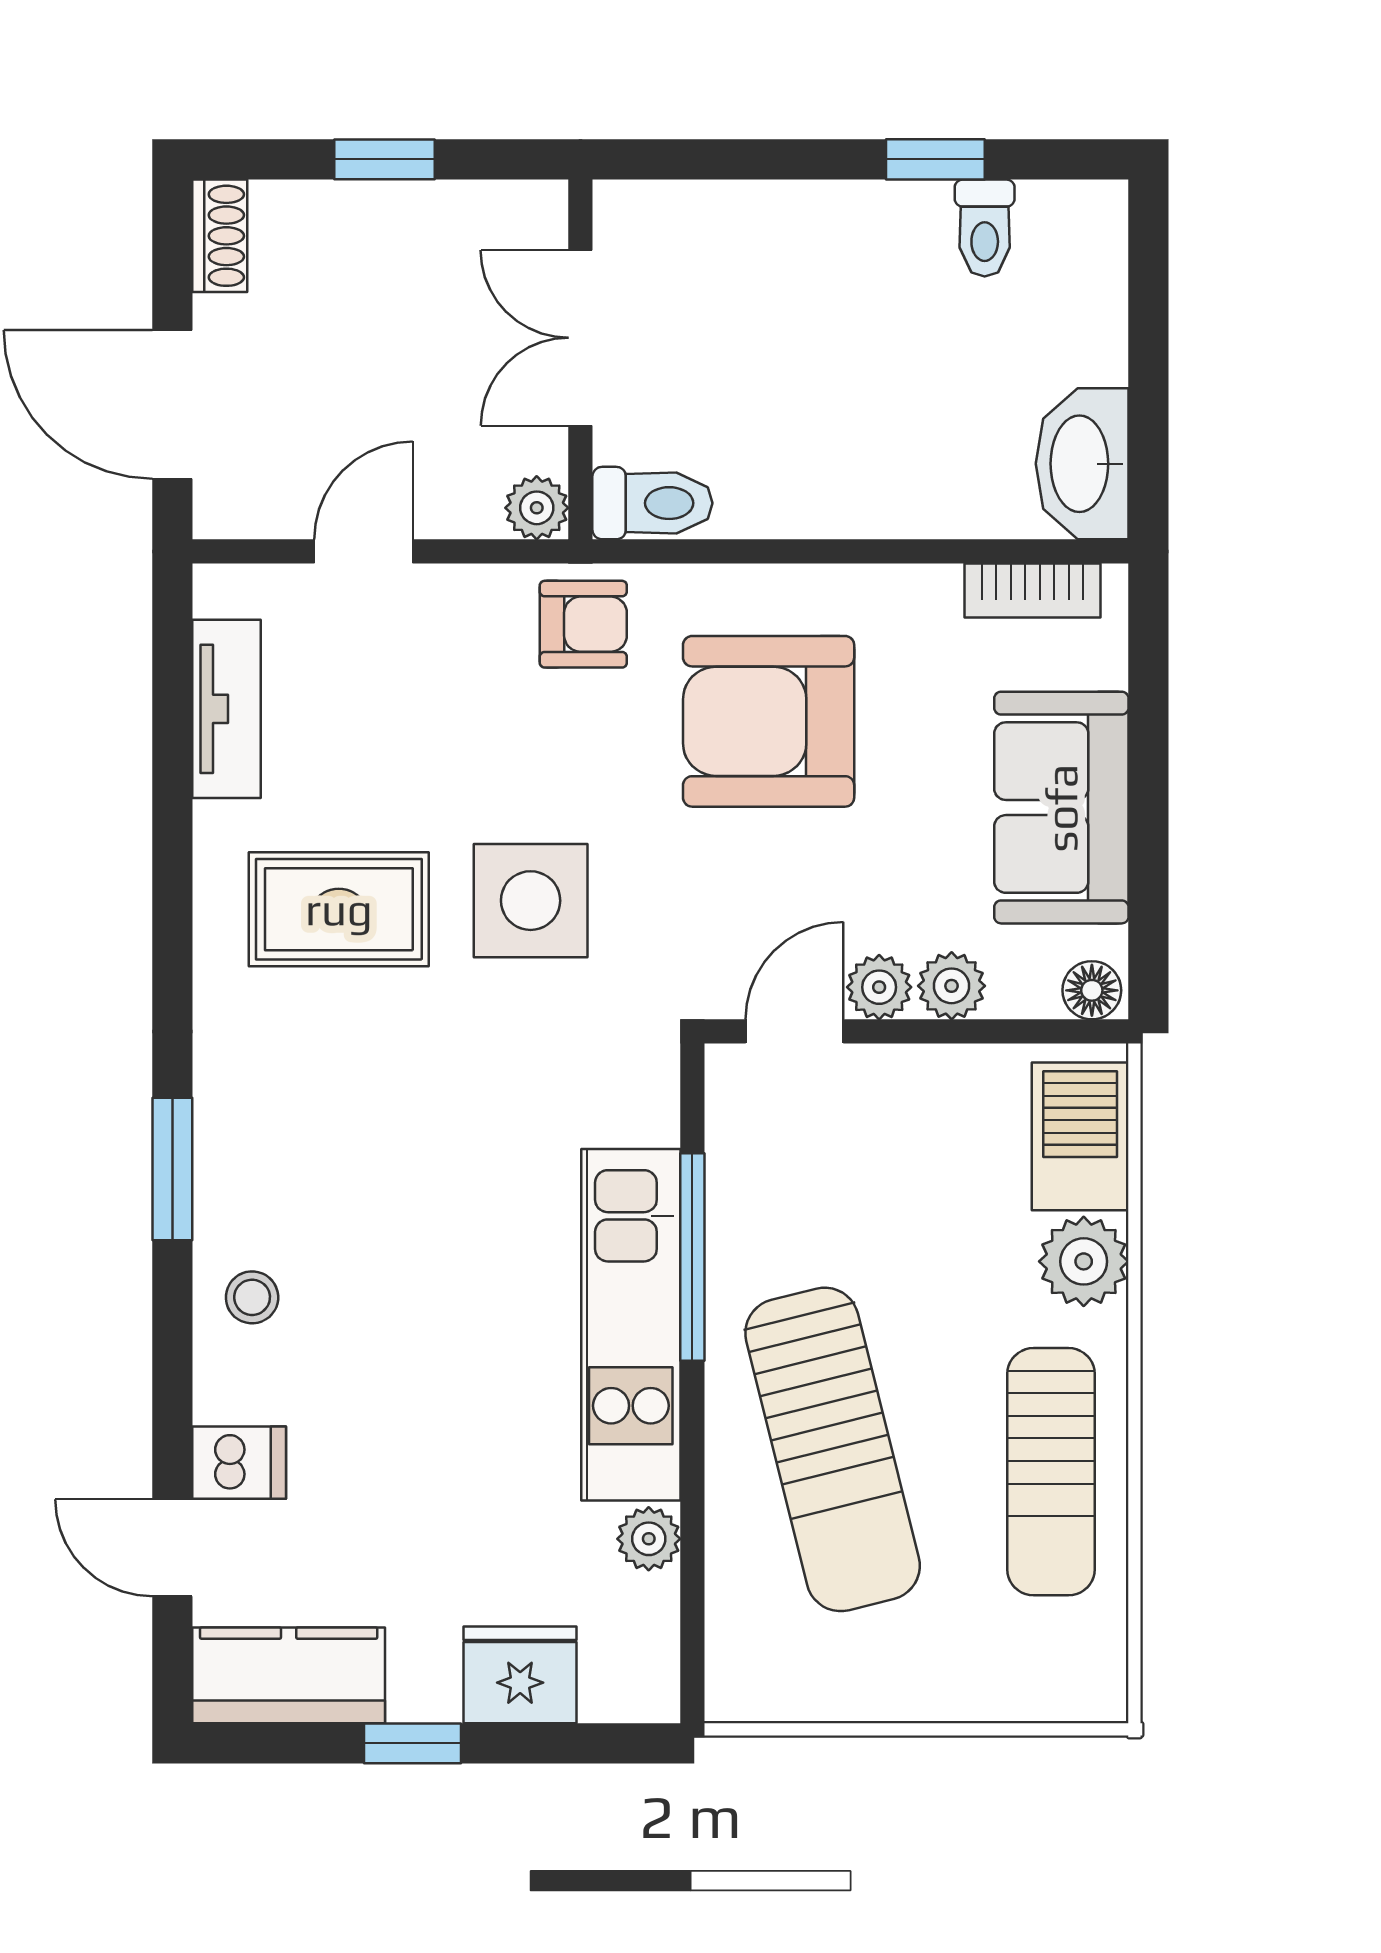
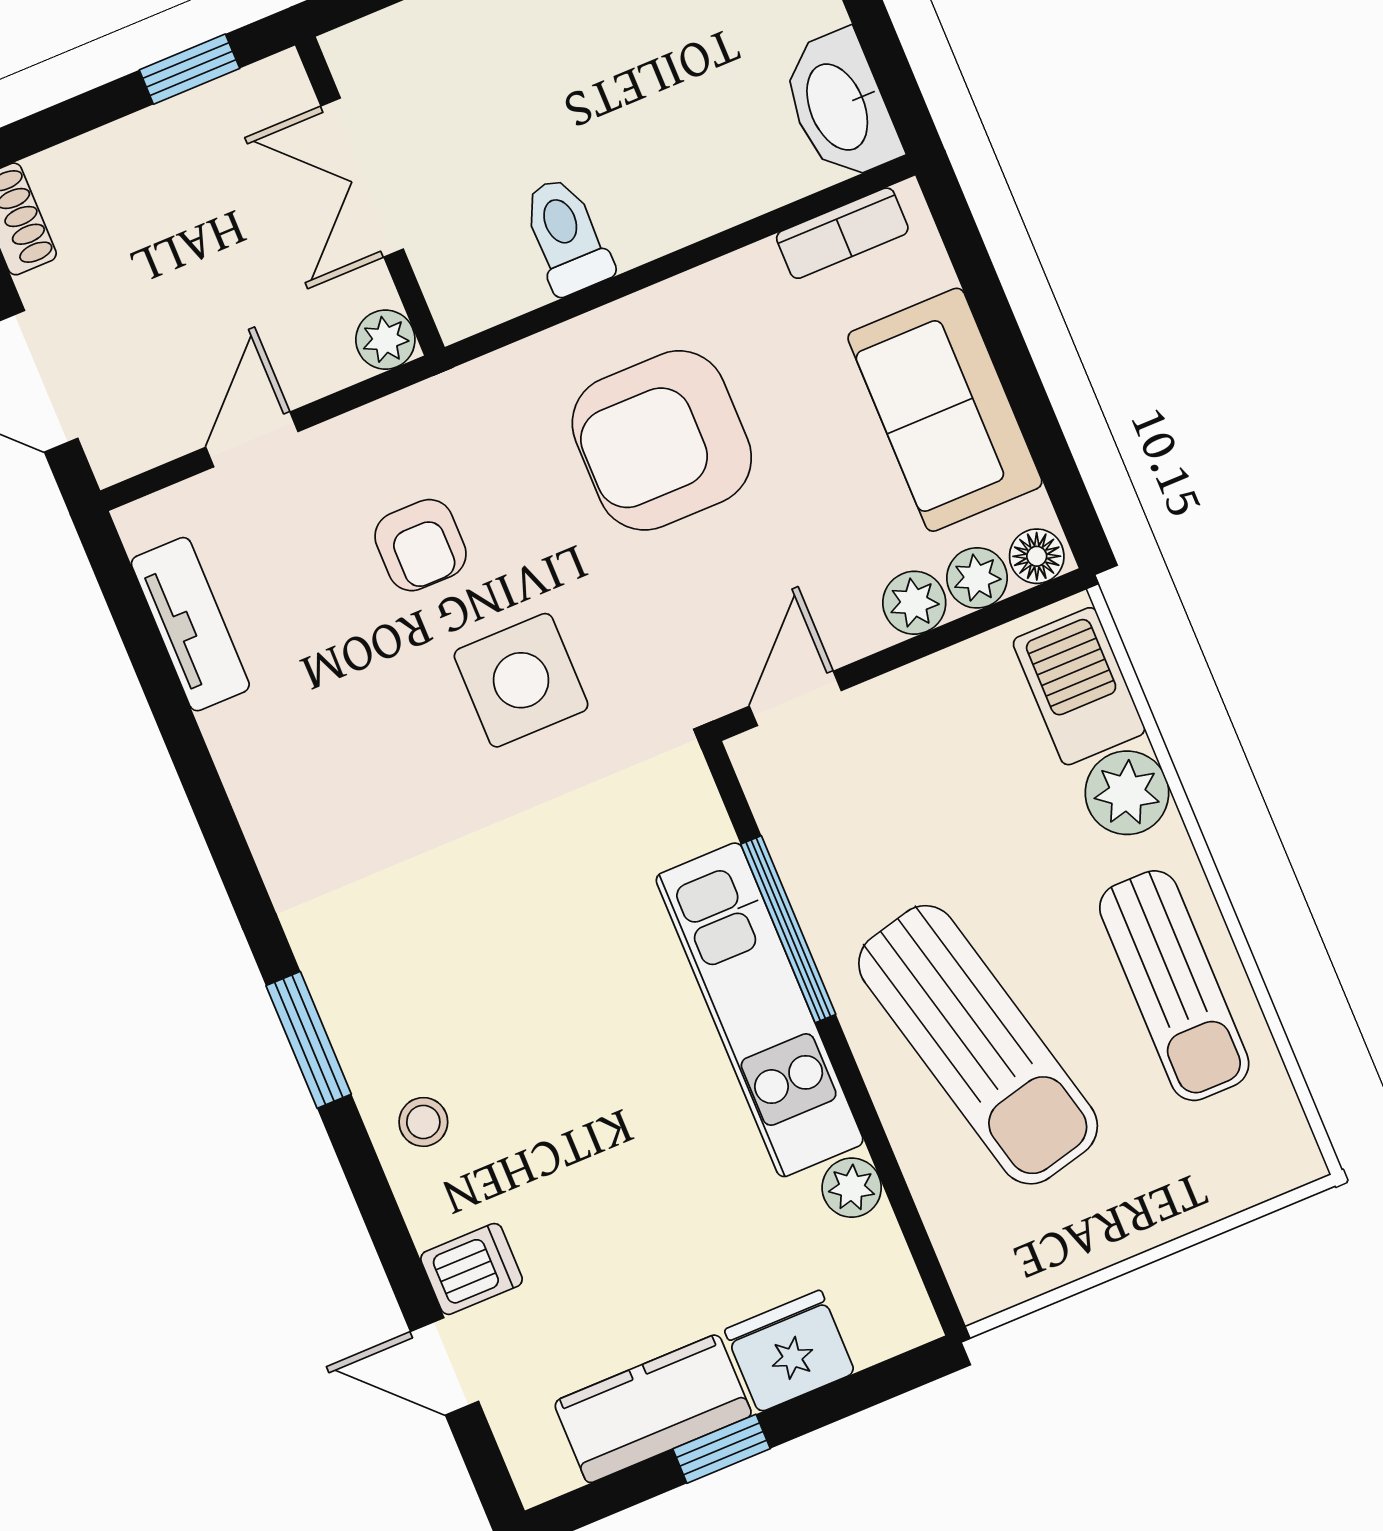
window: (384, 159) -> (189, 69), moved
toilet: (652, 503) -> (566, 236), moved, turned -90
armchair: (583, 624) -> (421, 545), moved, turned 90
rug: (339, 909) -> (359, 756), removed
plant: (879, 987) -> (977, 578), moved
kitchen counter: (289, 1675) -> (653, 1409), moved

